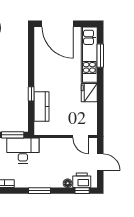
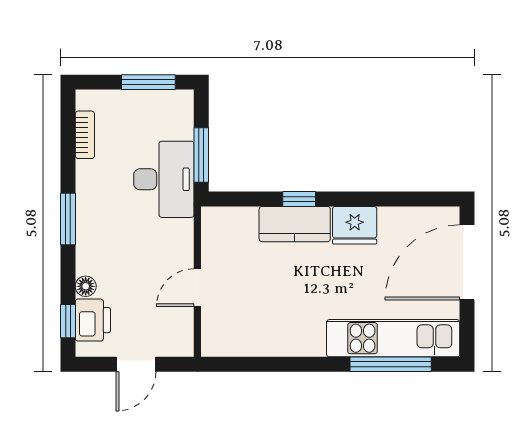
window: (100, 56) -> (391, 364), width x1.44
fridge: (89, 93) -> (355, 225), moved, turned 180
kitchen counter: (42, 107) -> (295, 224), moved
door: (81, 136) -> (197, 288), moved

